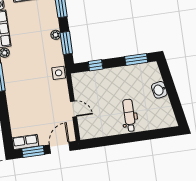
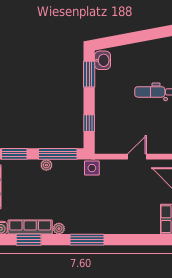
window: (66, 43) -> (58, 154), width x1.44
washbasin: (159, 90) -> (103, 60), moved, turned -79

